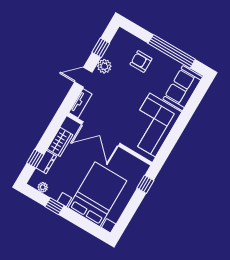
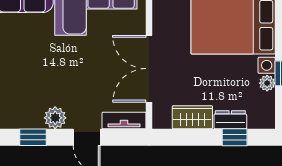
armchair: (141, 61) -> (20, 72), removed
double door: (101, 134) -> (149, 69), swing flipped
plant: (43, 187) -> (267, 83), moved

